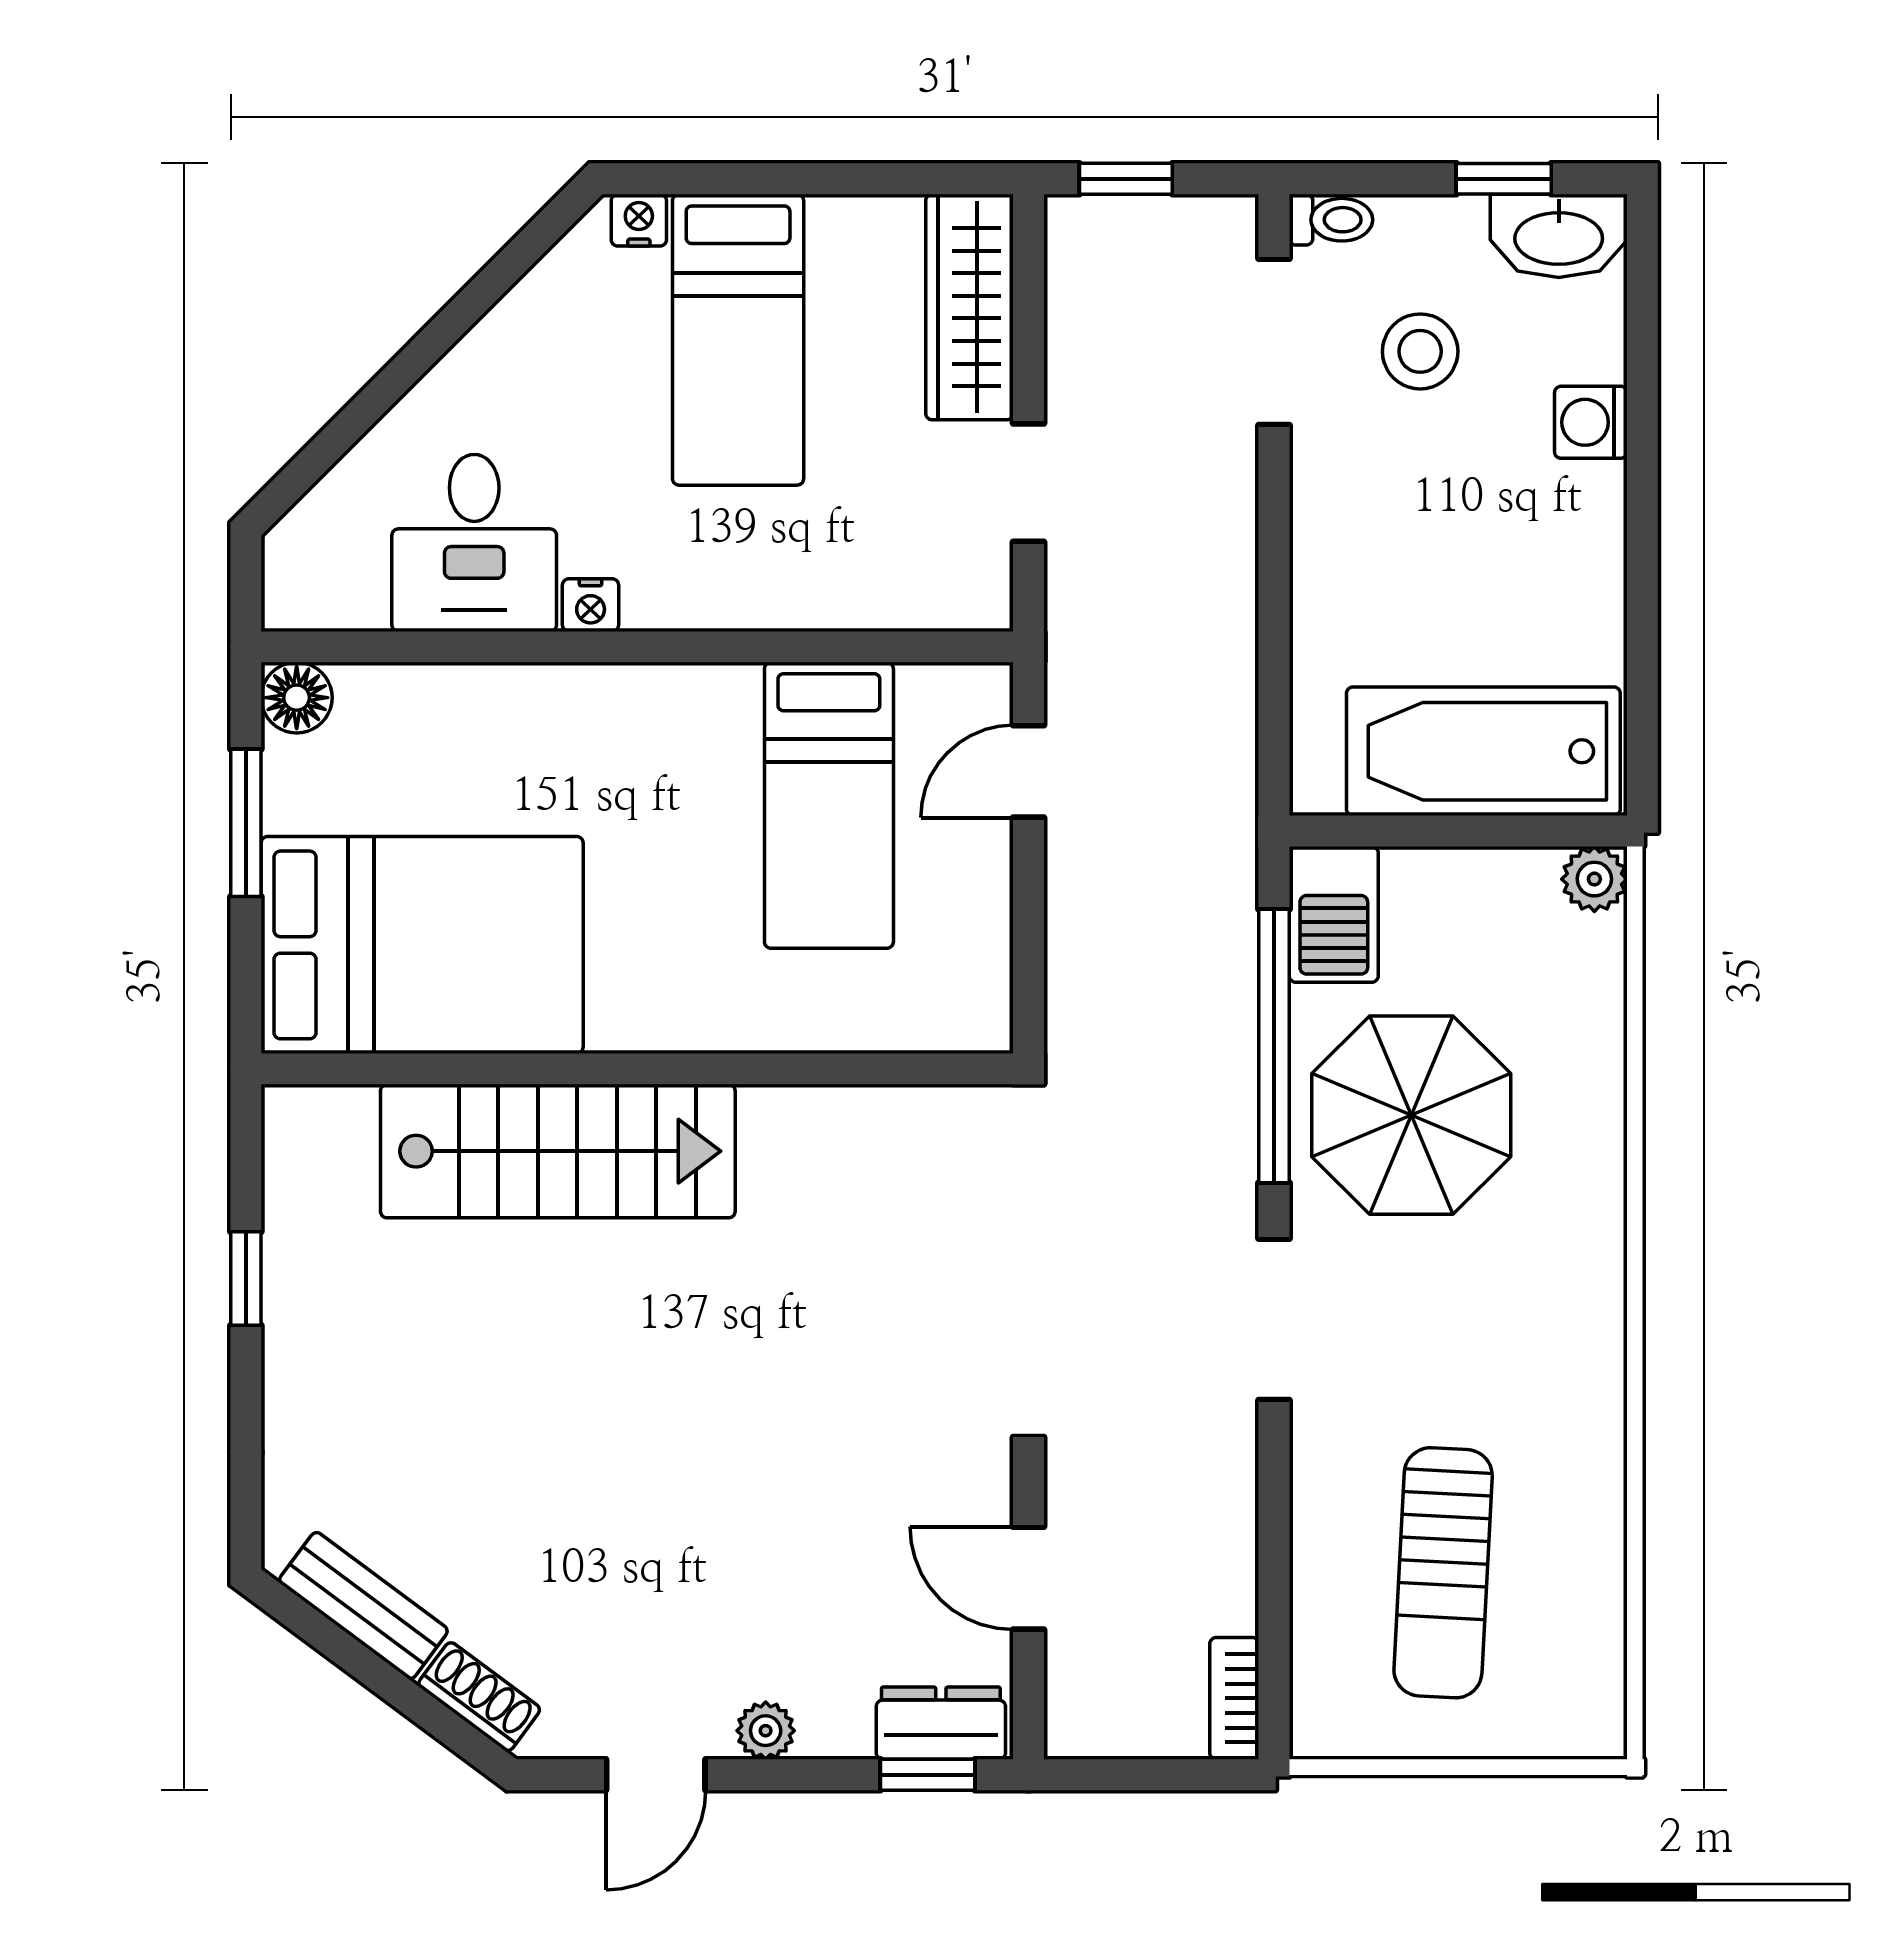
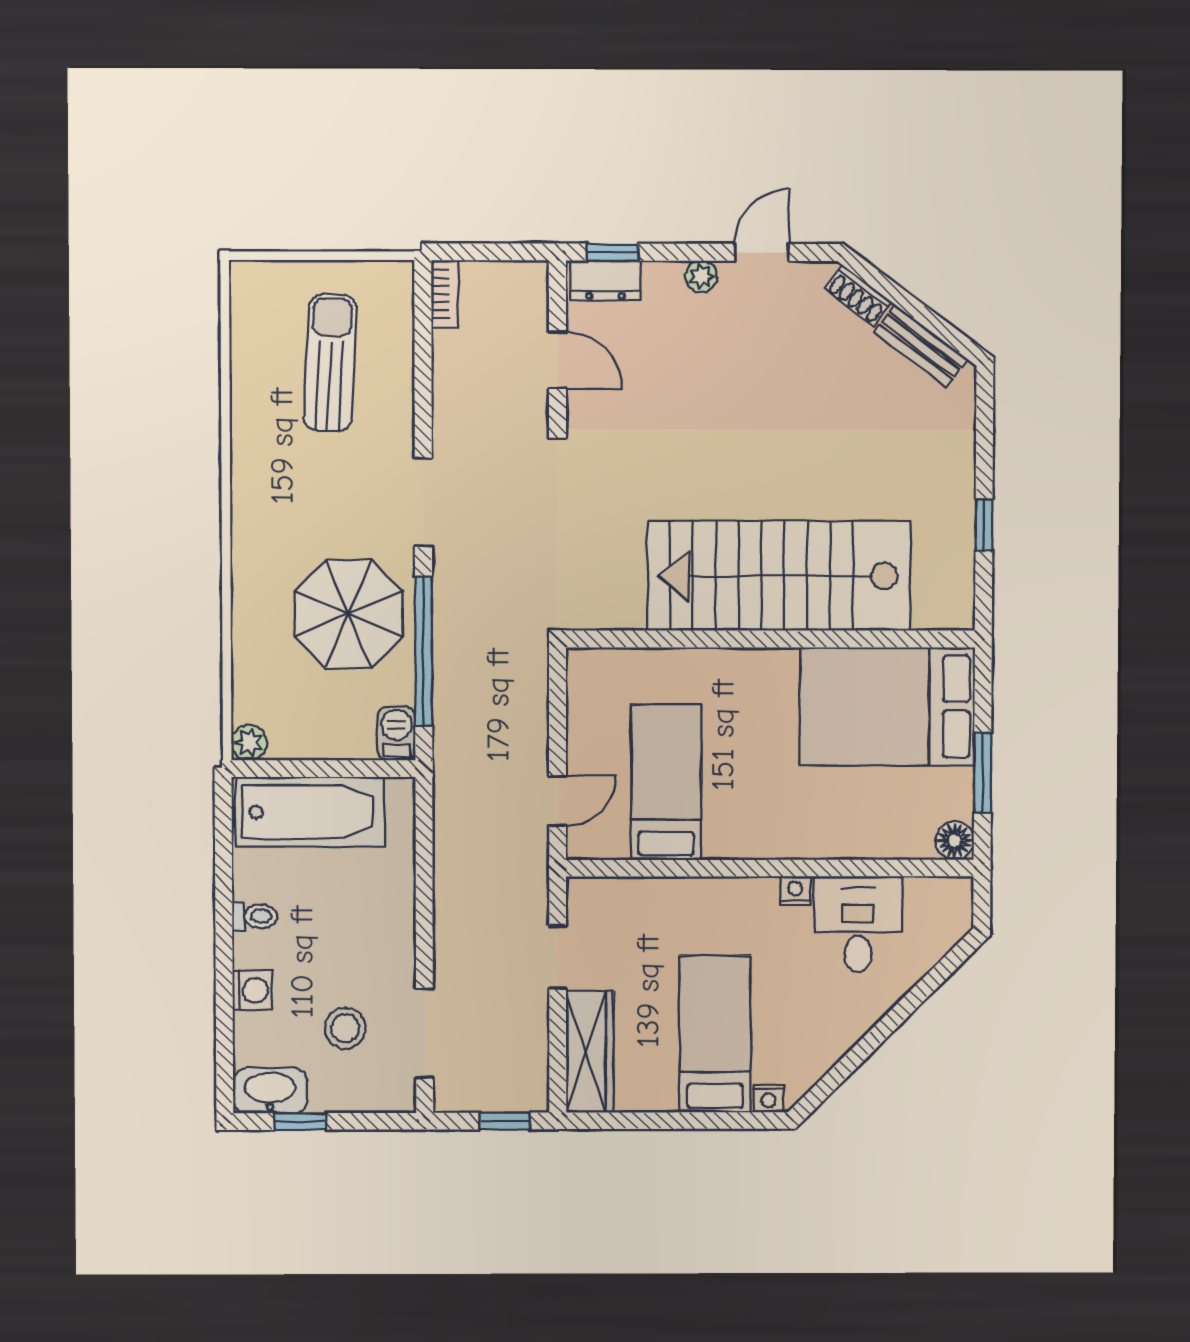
toilet: (1331, 220) -> (255, 916), moved, turned 180
barbecue: (1334, 914) -> (396, 733), width x0.73, depth x0.79
stairs: (558, 1151) -> (779, 576), width x1.36, depth x1.51

